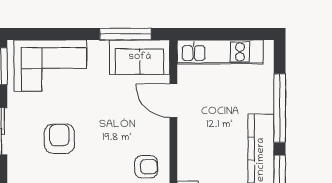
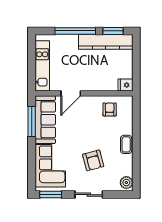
sofa: (140, 57) -> (45, 120), width x1.36
armchair: (59, 139) -> (93, 160), turned -105

